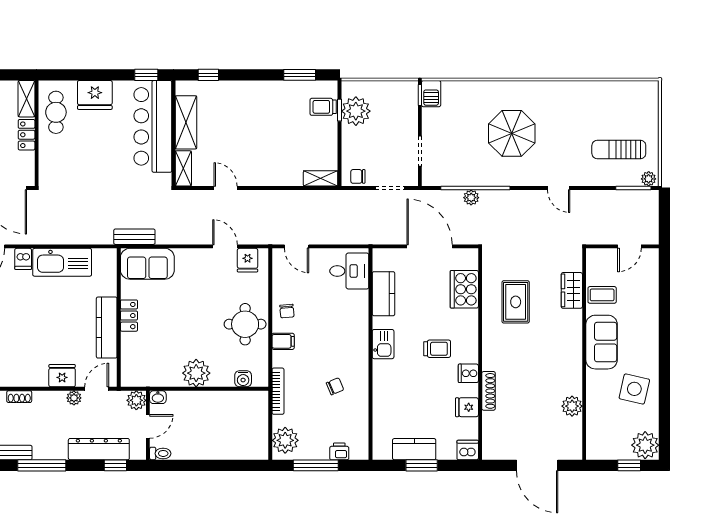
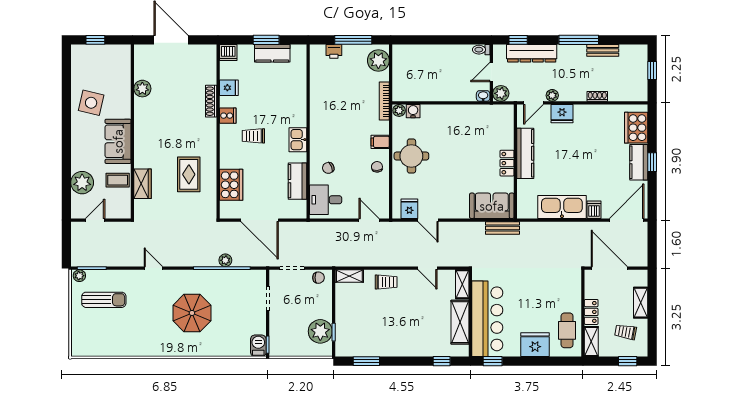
trolley: (323, 107) -> (386, 282), moved
plant: (196, 373) -> (399, 110), moved, width x0.53, depth x0.53
chair: (335, 386) -> (328, 168), moved
plant: (645, 445) -> (82, 183), moved

